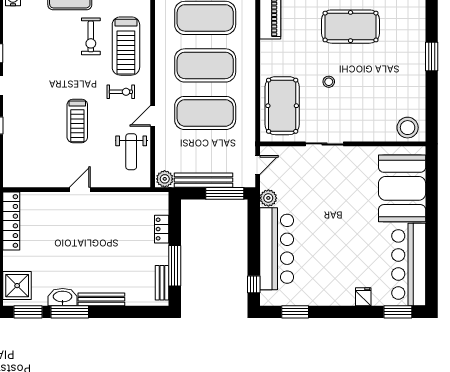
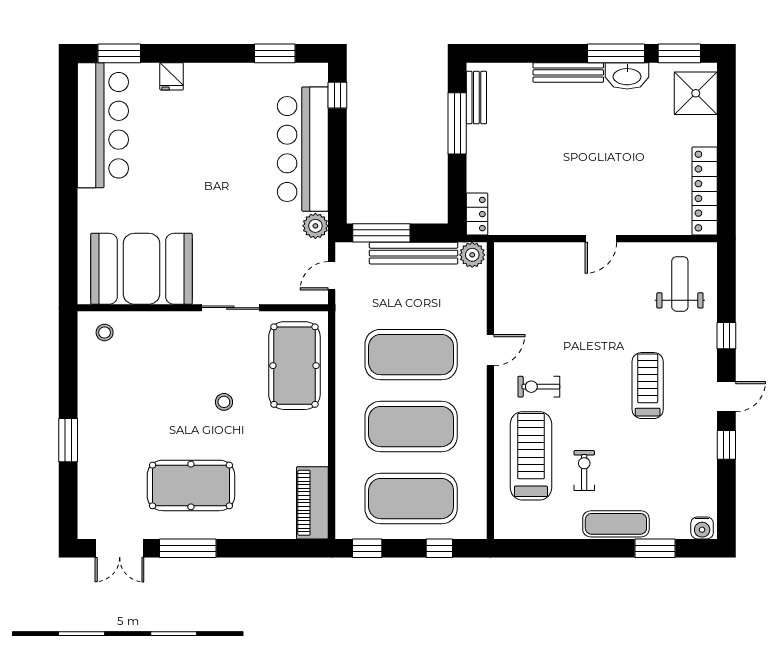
exercise bike: (91, 36) -> (584, 470), width x0.73, depth x0.72
treadmill: (77, 121) -> (648, 386), moved
stool: (408, 128) -> (105, 333), width x0.53, depth x0.53
weight bench: (131, 152) -> (680, 284), moved
booth: (402, 188) -> (141, 269), moved, turned 90
locker: (162, 229) -> (477, 214), moved

